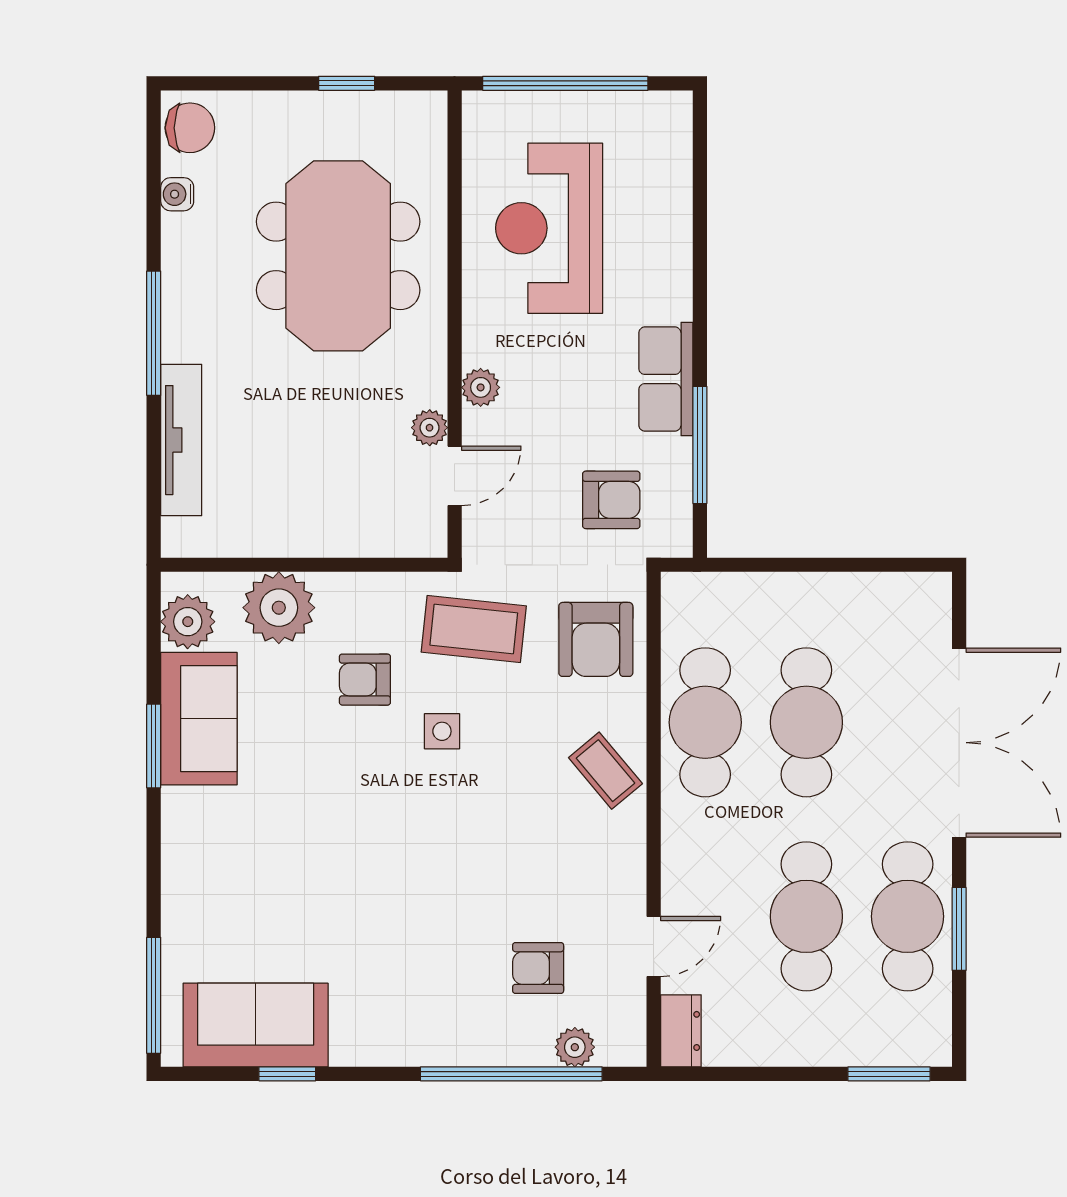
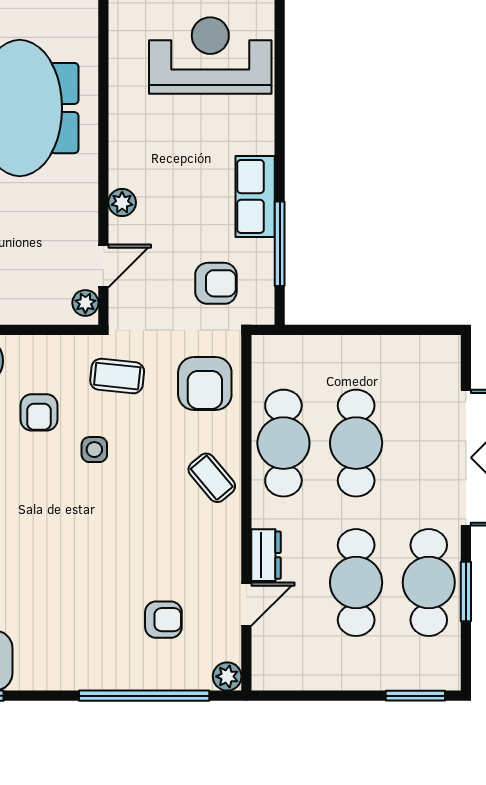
reception desk: (549, 228) -> (210, 56), moved, turned 90
plant: (430, 428) -> (85, 303), moved
coffee table: (474, 629) -> (117, 376), width x0.73, depth x0.77
armchair: (365, 680) -> (39, 412), turned -90
armchair: (538, 968) -> (163, 620), turned 180
dresser: (681, 1031) -> (266, 555), moved
plant: (575, 1047) -> (227, 676), moved

